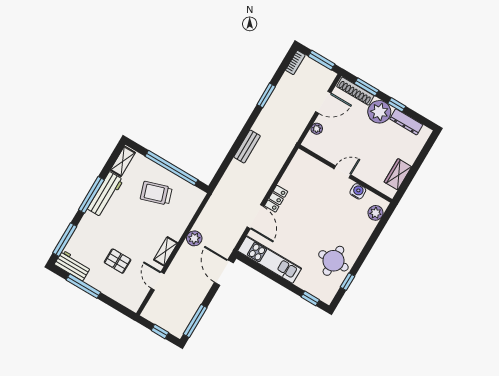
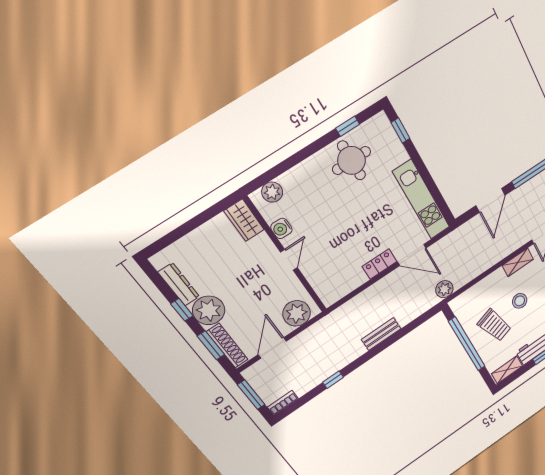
window: (266, 95) -> (333, 380), width x0.67
door: (323, 102) -> (272, 348), hinge flipped
plant: (317, 129) -> (297, 313), width x1.88, depth x1.88
door: (342, 172) -> (289, 260), swing flipped
wardrobe: (398, 174) -> (244, 220), moved, turned 90
door: (255, 217) -> (412, 255), swing flipped
stool: (146, 222) -> (520, 301), added
plant: (194, 238) -> (444, 289), moved
door: (224, 273) -> (491, 200), moved

